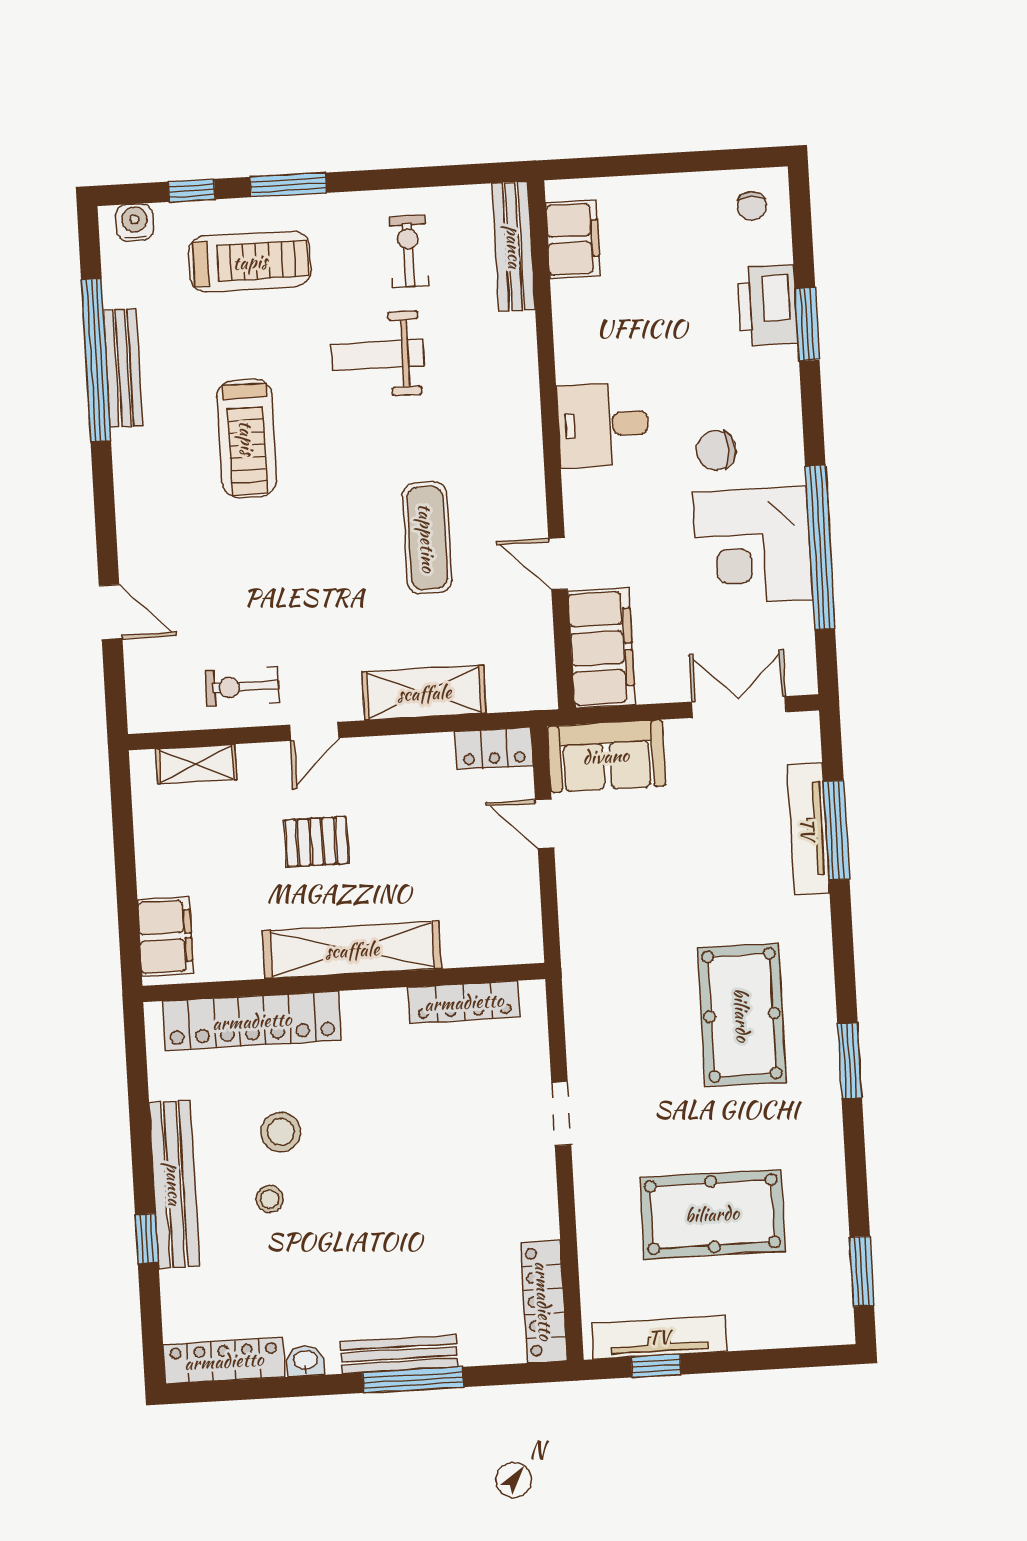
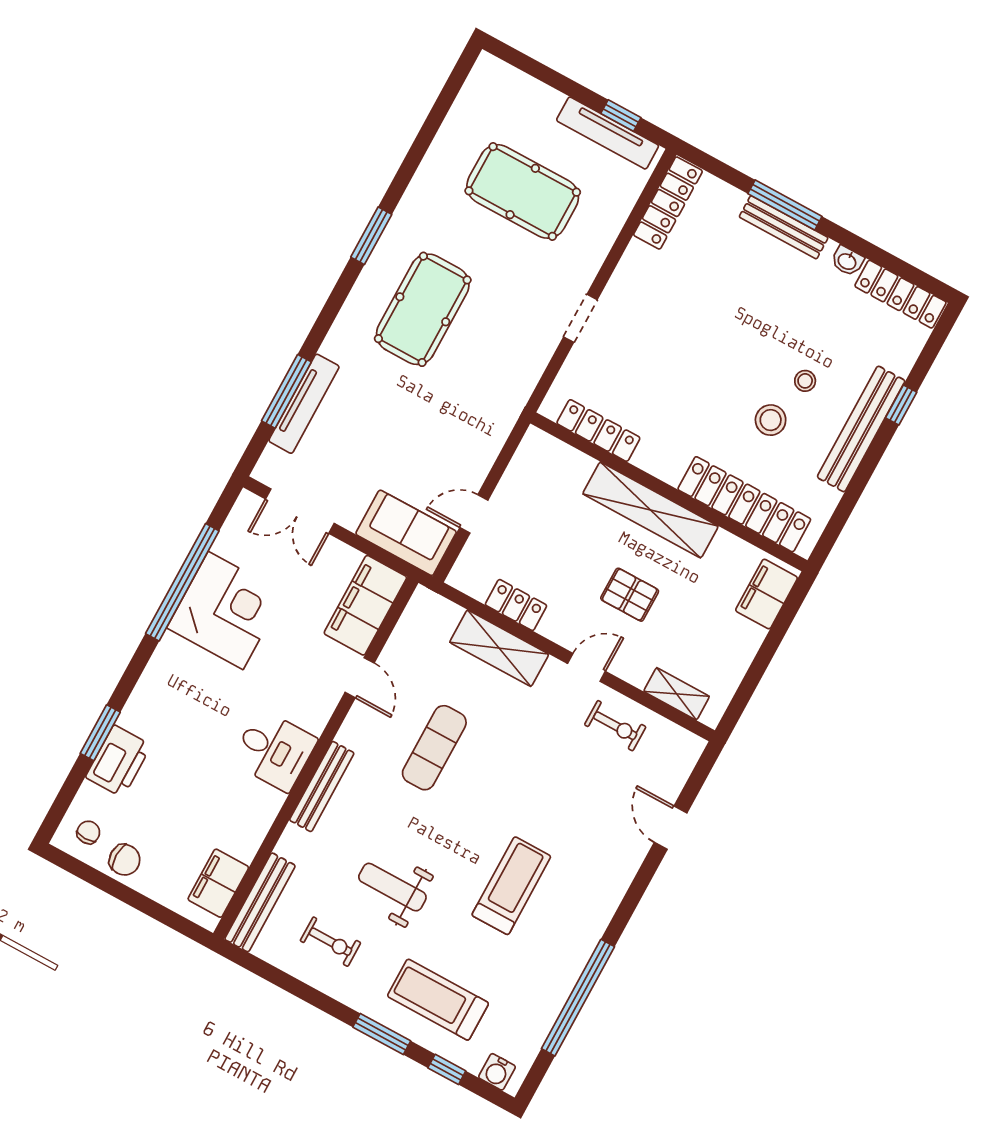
exercise bike: (408, 252) -> (330, 942), turned -90
weight bench: (378, 355) -> (392, 887), turned 180
bench: (123, 368) -> (322, 787), moved
chair: (716, 450) -> (125, 860), moved
locker: (494, 749) -> (516, 605), moved
door: (545, 824) -> (474, 514), swing flipped
window: (862, 1271) -> (449, 94), removed

